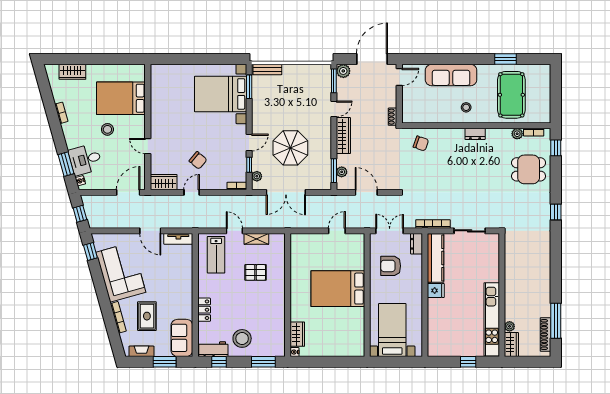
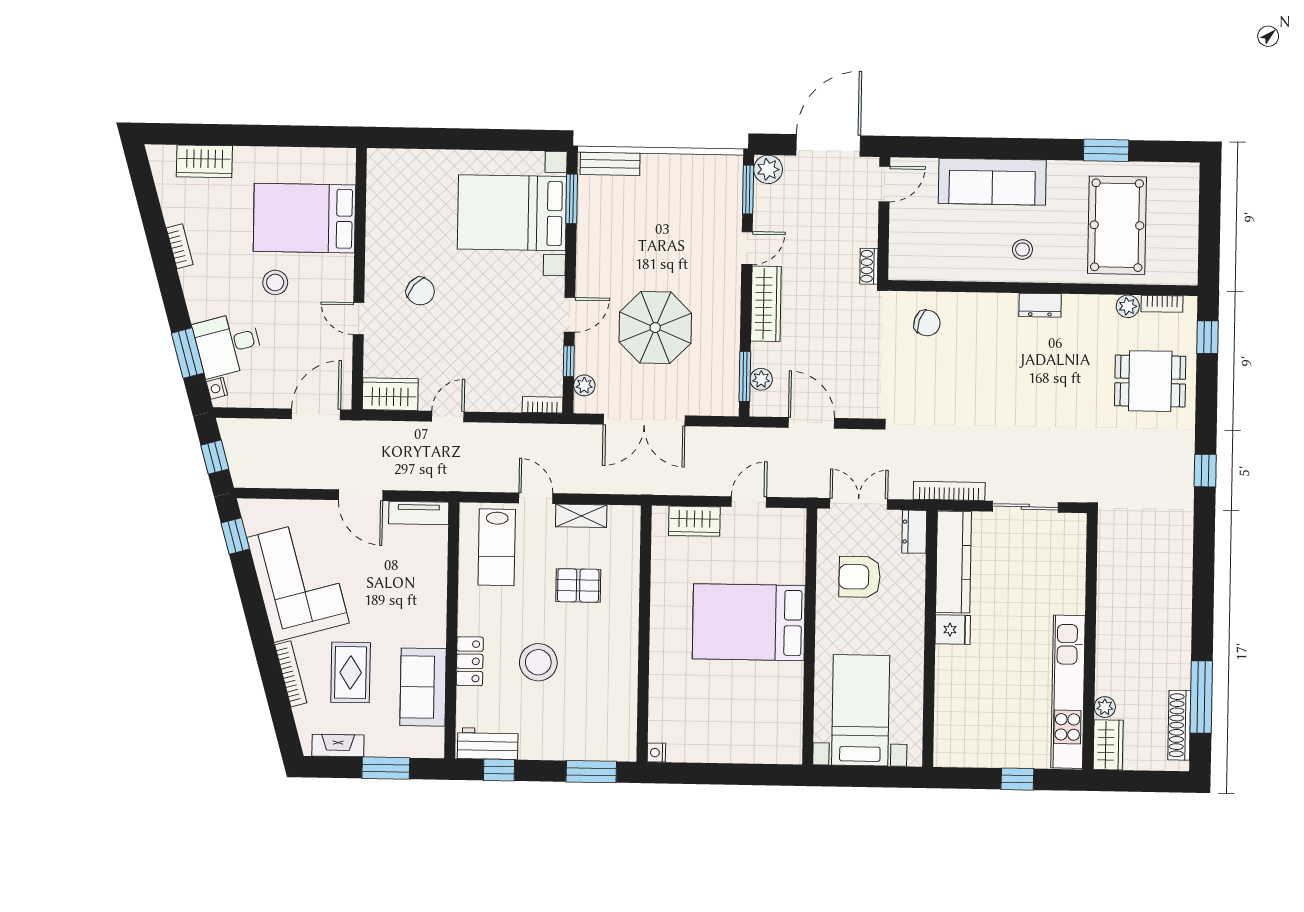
chair: (198, 160) -> (420, 291), moved
wardrobe: (297, 334) -> (694, 521), moved, turned 90
sofa: (182, 338) -> (423, 687), moved
stool: (242, 338) -> (538, 662), moved

